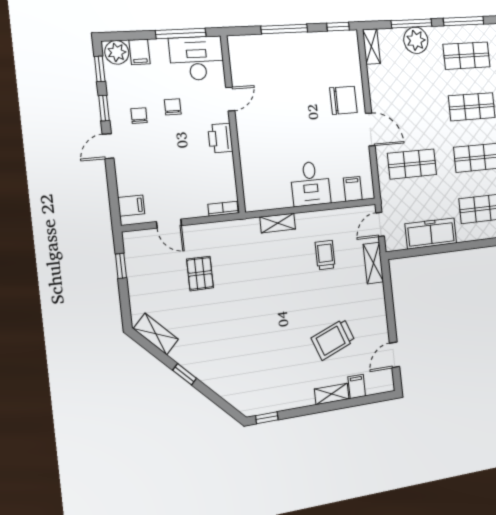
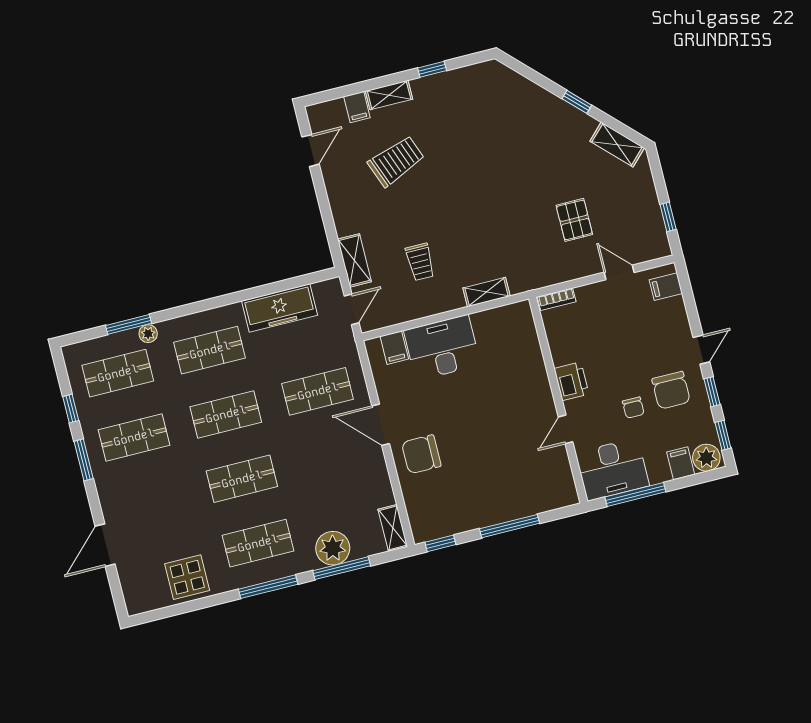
chair: (139, 116) -> (671, 390), width x1.87, depth x1.87
desk: (310, 184) -> (442, 348), width x1.37
window: (267, 418) -> (432, 69), moved

